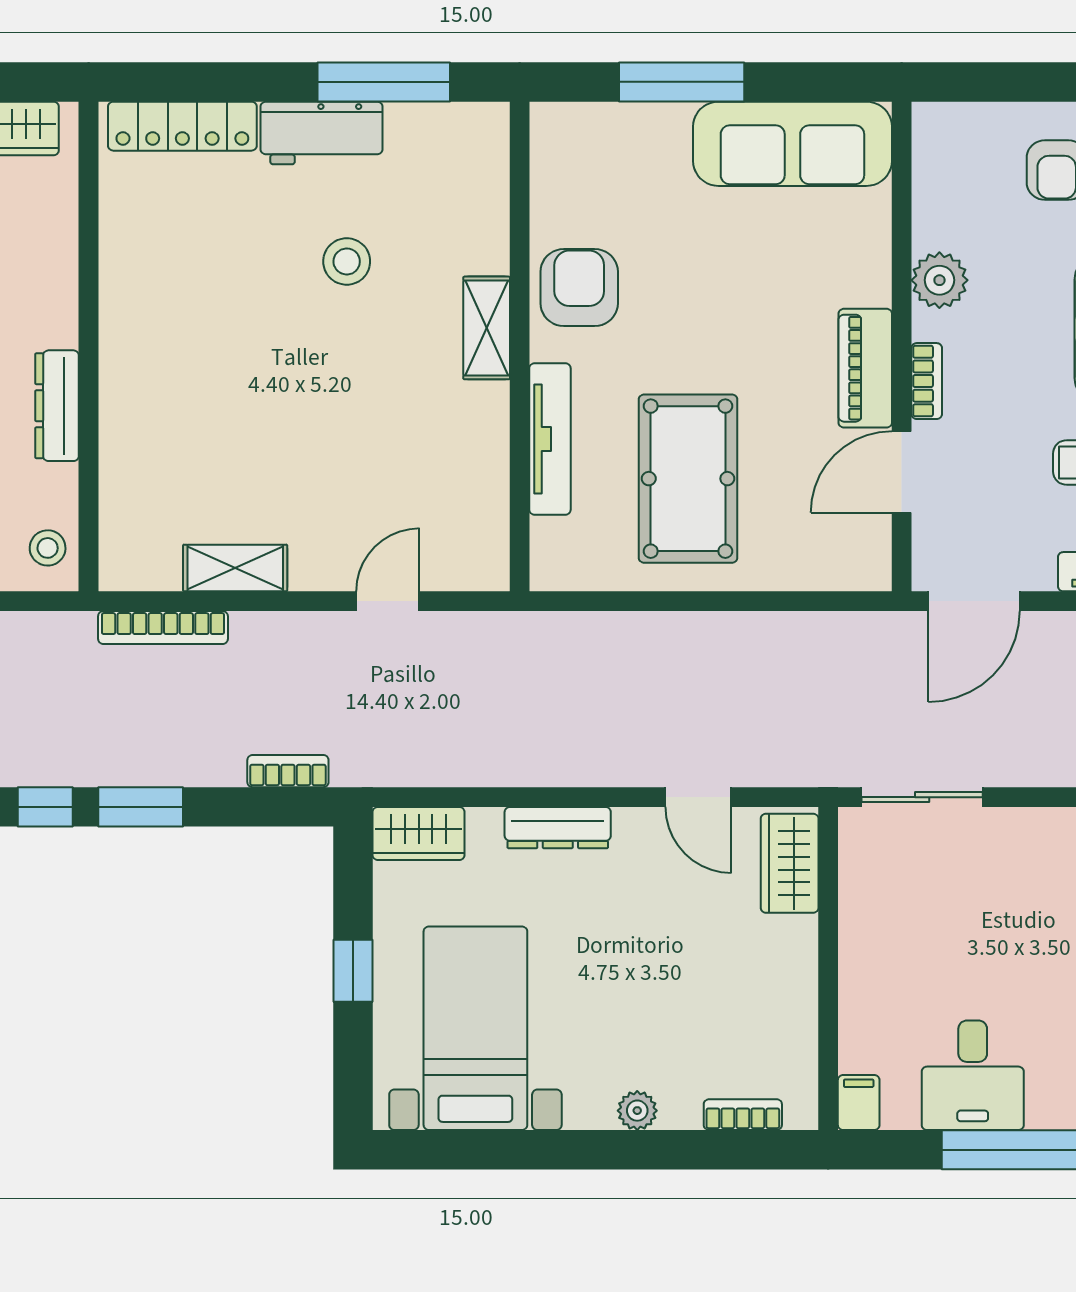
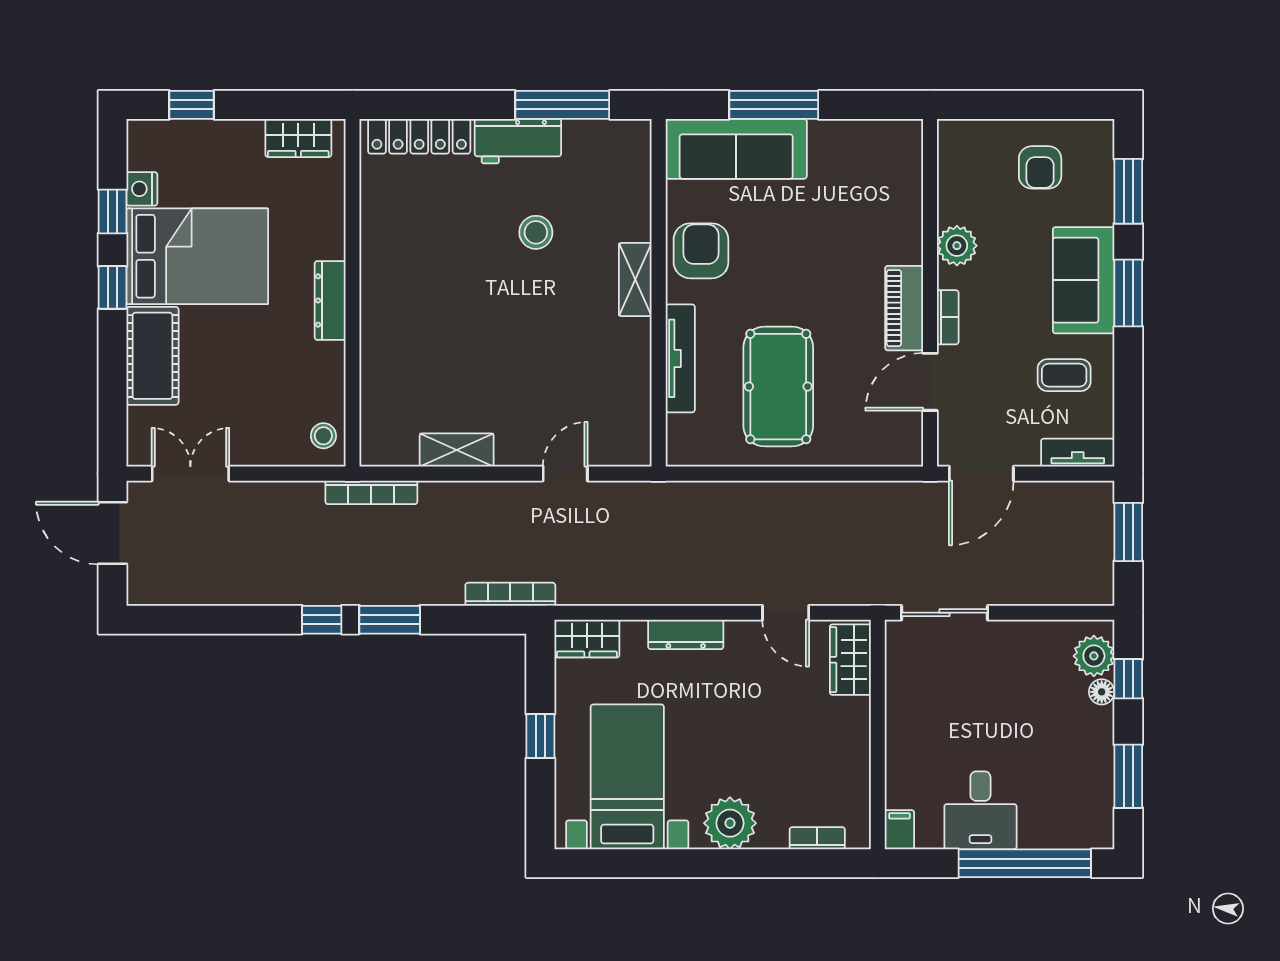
sofa: (792, 144) -> (736, 149), moved
dresser: (57, 406) -> (330, 300), moved
bookcase: (163, 628) -> (371, 492), moved
bookcase: (288, 771) -> (510, 594), width x1.56
plant: (637, 1111) -> (730, 823), width x1.88, depth x1.88

